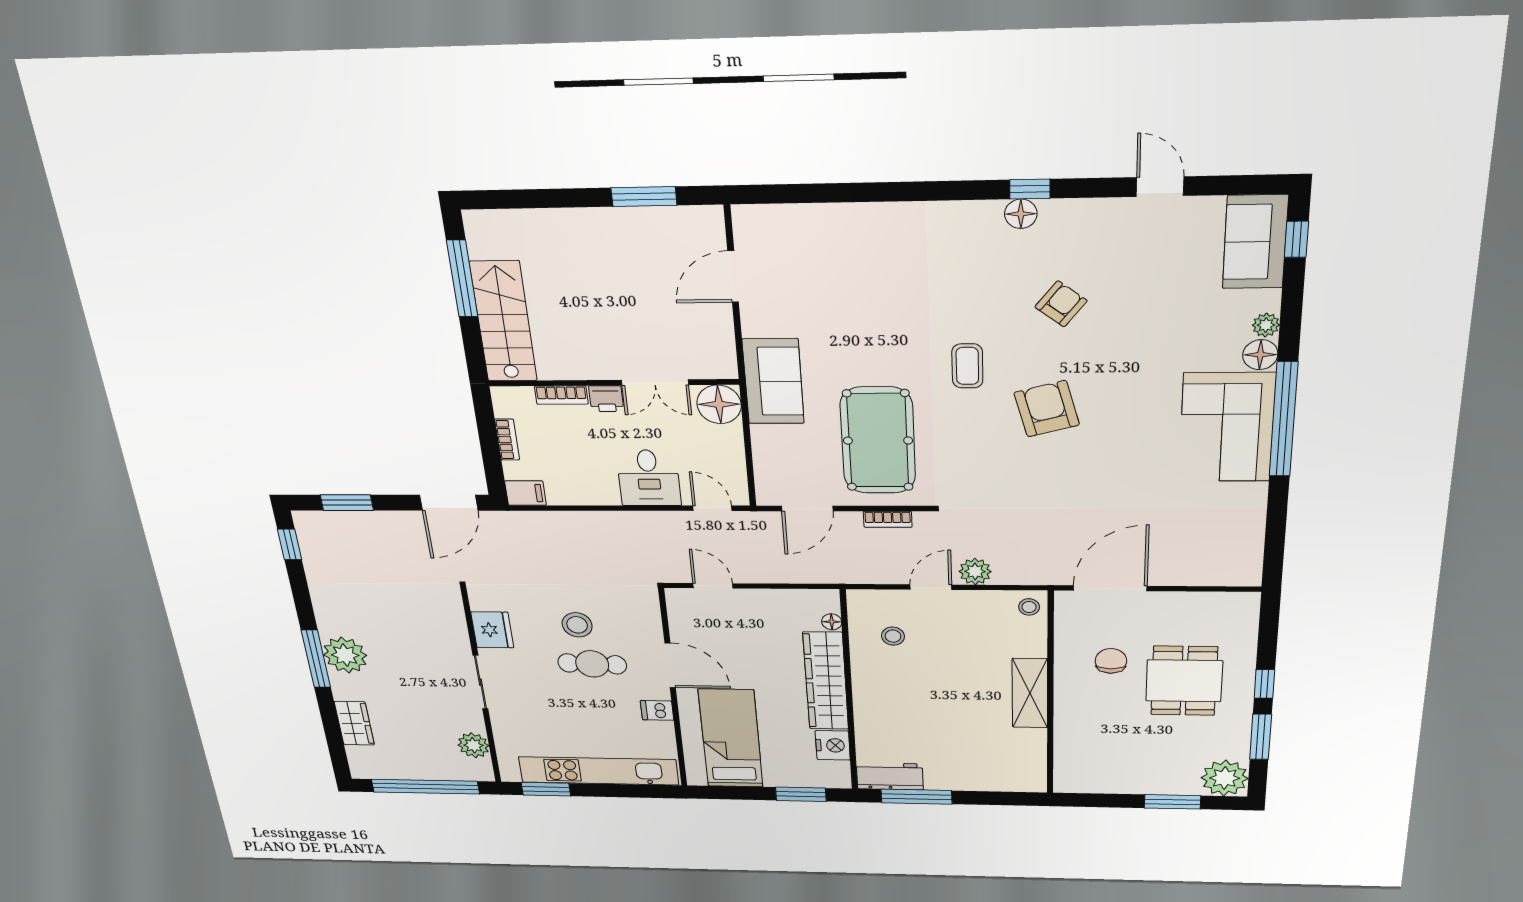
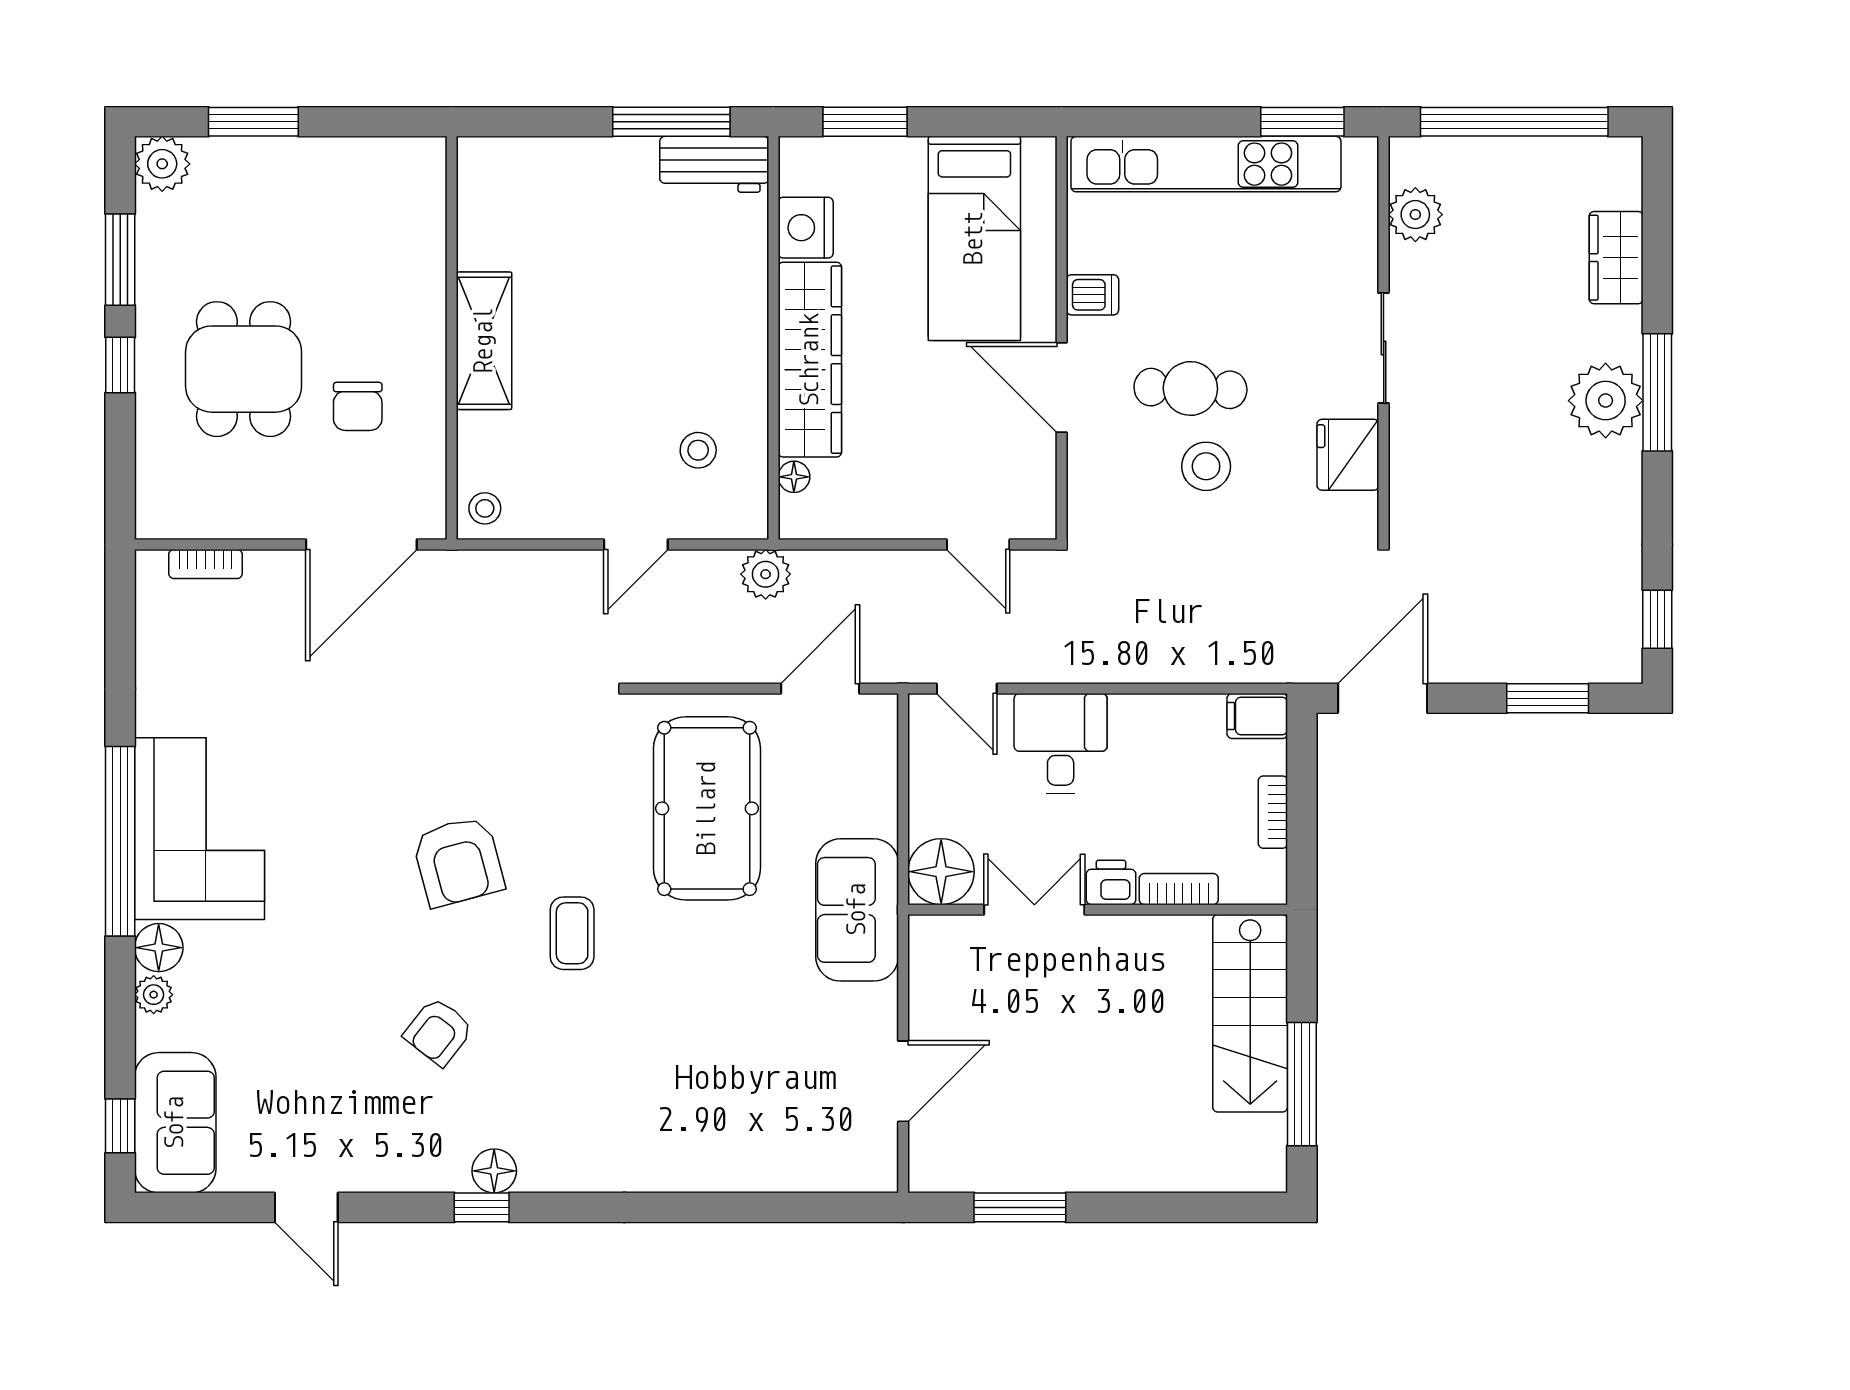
bookcase: (888, 519) -> (206, 564), moved, turned 180
plant: (975, 571) -> (766, 574), moved
plant: (1225, 778) -> (162, 164), width x0.73, depth x0.73

